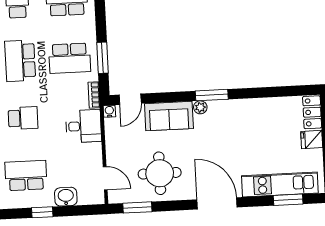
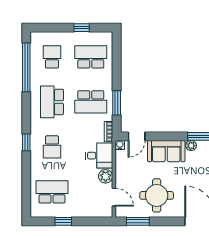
school desk: (23, 118) -> (52, 147), turned 90
plant: (93, 152) -> (106, 176), added
washbasin: (66, 197) -> (82, 210), removed

